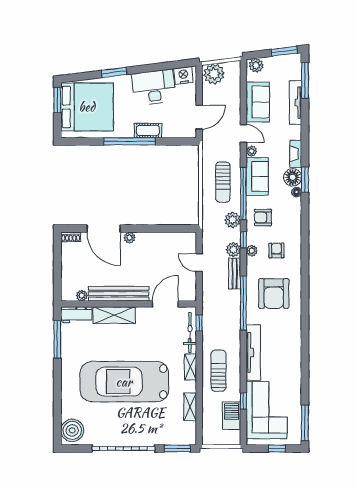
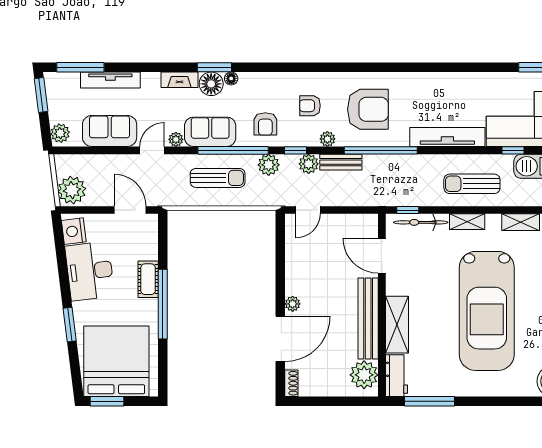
plant: (252, 251) -> (327, 139), moved
door: (199, 263) -> (308, 210), moved
plant: (82, 296) -> (364, 375), width x1.88, depth x1.88

